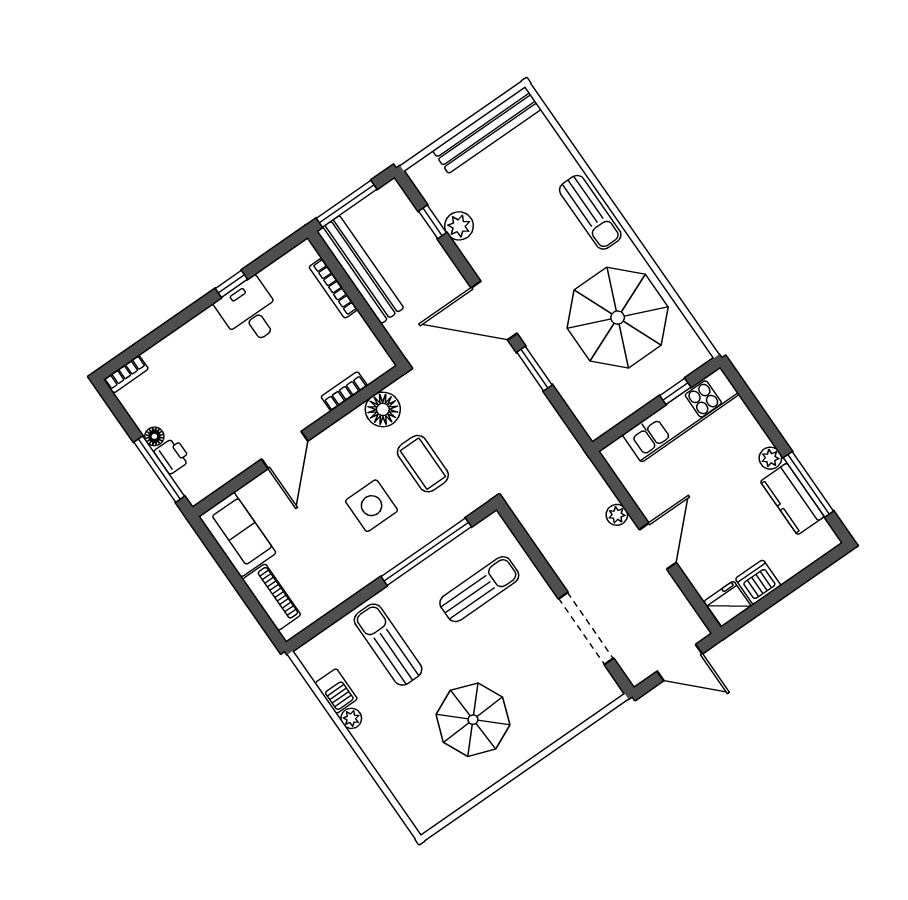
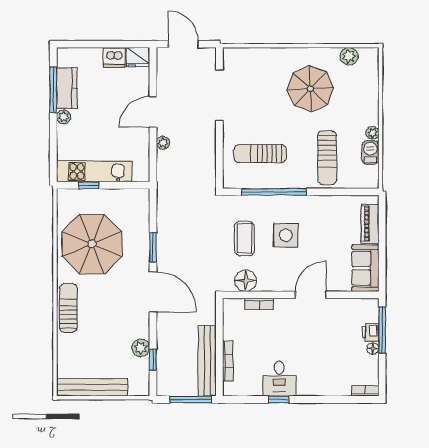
plant: (452, 797) -> (349, 56), added

